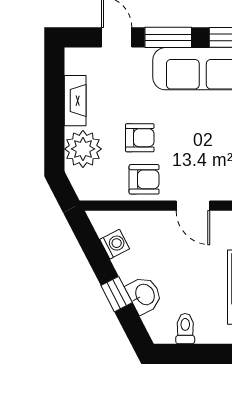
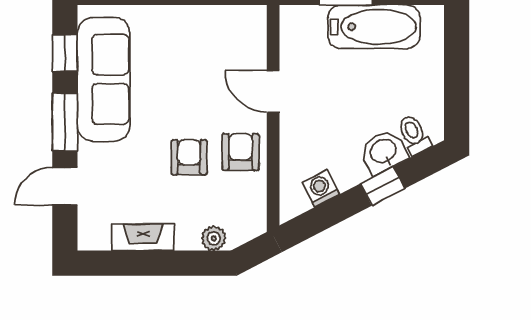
plant: (83, 149) -> (214, 238), width x0.53, depth x0.53
door: (193, 206) -> (273, 91), swing flipped
toilet: (185, 329) -> (414, 135), moved, turned 63

